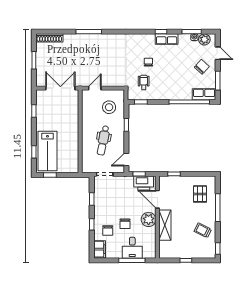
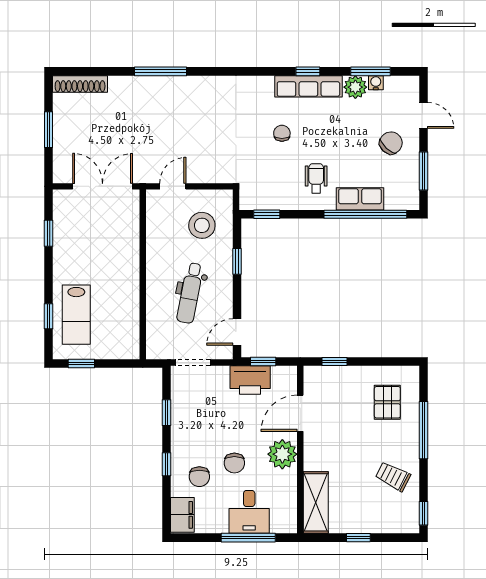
row of seats: (167, 39) -> (308, 86), width x1.48
plant: (204, 39) -> (355, 87), moved
wheelchair: (144, 82) -> (316, 178), moved
row of seats: (204, 94) -> (360, 199), moved
lab bench: (47, 151) -> (76, 315), width x0.73, depth x0.72
printer: (144, 183) -> (250, 380), moved
door: (157, 199) -> (300, 413), hinge flipped
shelving: (165, 225) -> (316, 502), moved

